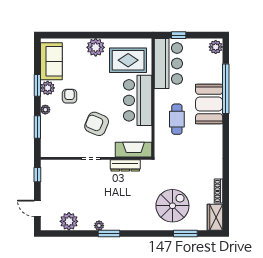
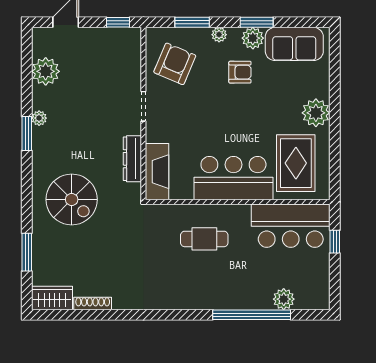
plant: (216, 47) -> (284, 299), moved
booth: (209, 104) -> (228, 289), removed
armchair: (97, 124) -> (175, 64), moved
spiral stairs: (172, 206) -> (72, 199), moved

